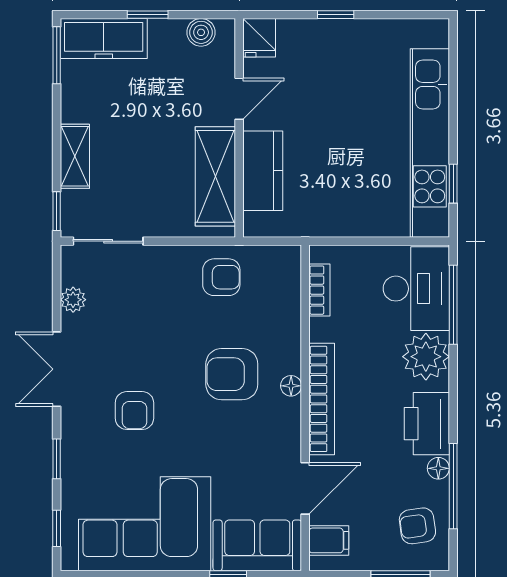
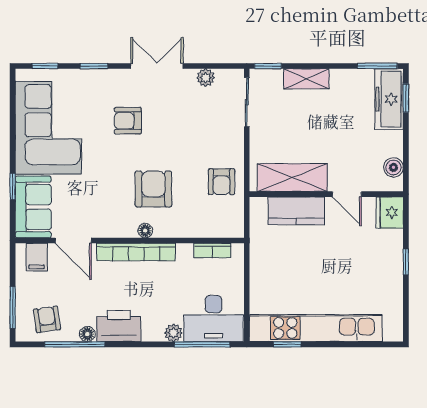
window: (148, 15) -> (406, 98), moved
fridge: (259, 38) -> (390, 213), width x1.38
plant: (426, 357) -> (173, 333), width x0.53, depth x0.53

